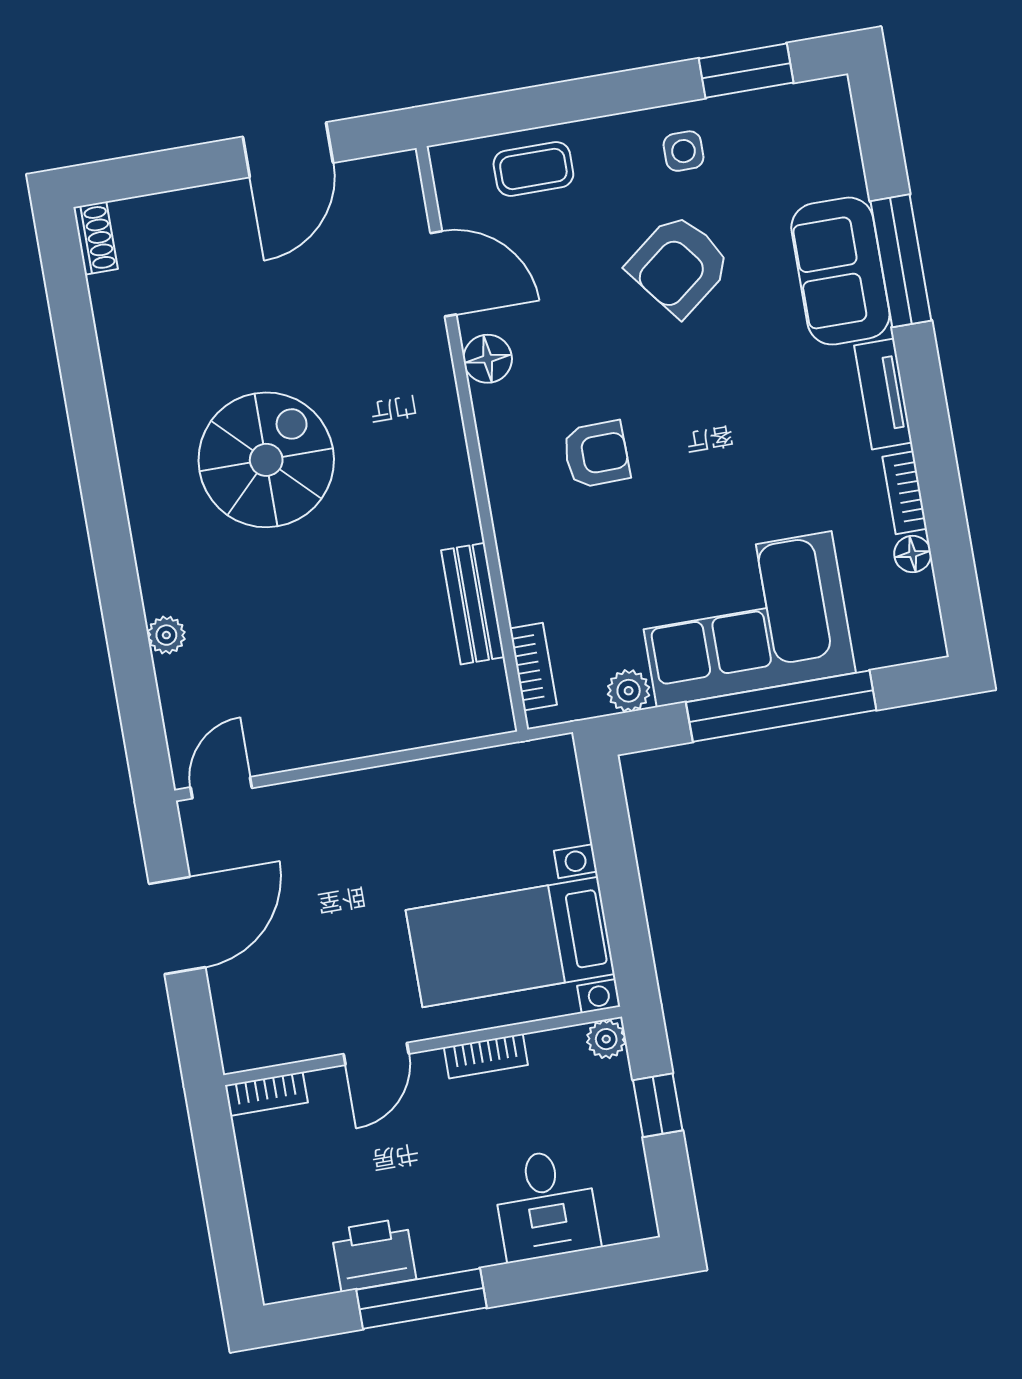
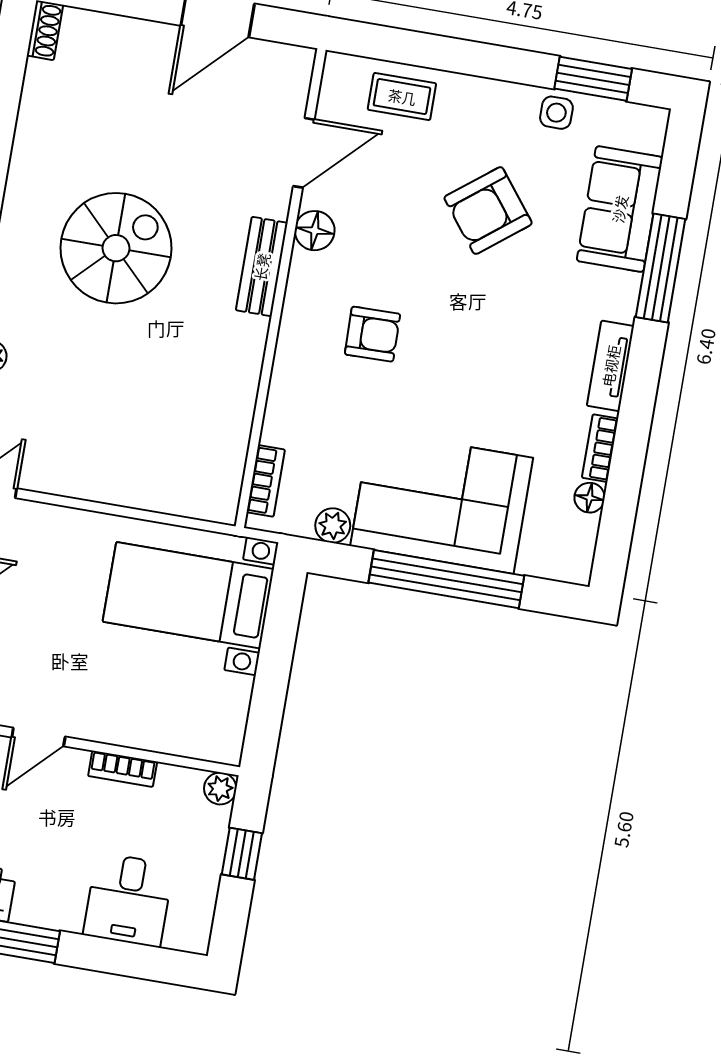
side table: (684, 151) -> (556, 113), moved
sofa: (840, 271) -> (620, 209), moved
door: (443, 274) -> (304, 153), hinge flipped
bench: (473, 604) -> (262, 267), moved
bed with nightstands: (510, 942) -> (188, 595), moved

